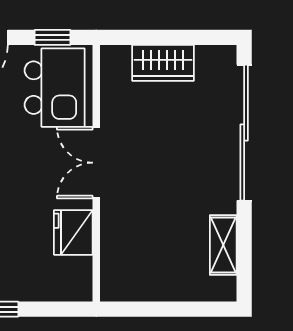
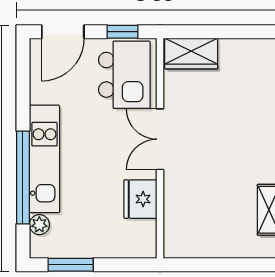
wardrobe: (163, 63) -> (191, 54), moved

